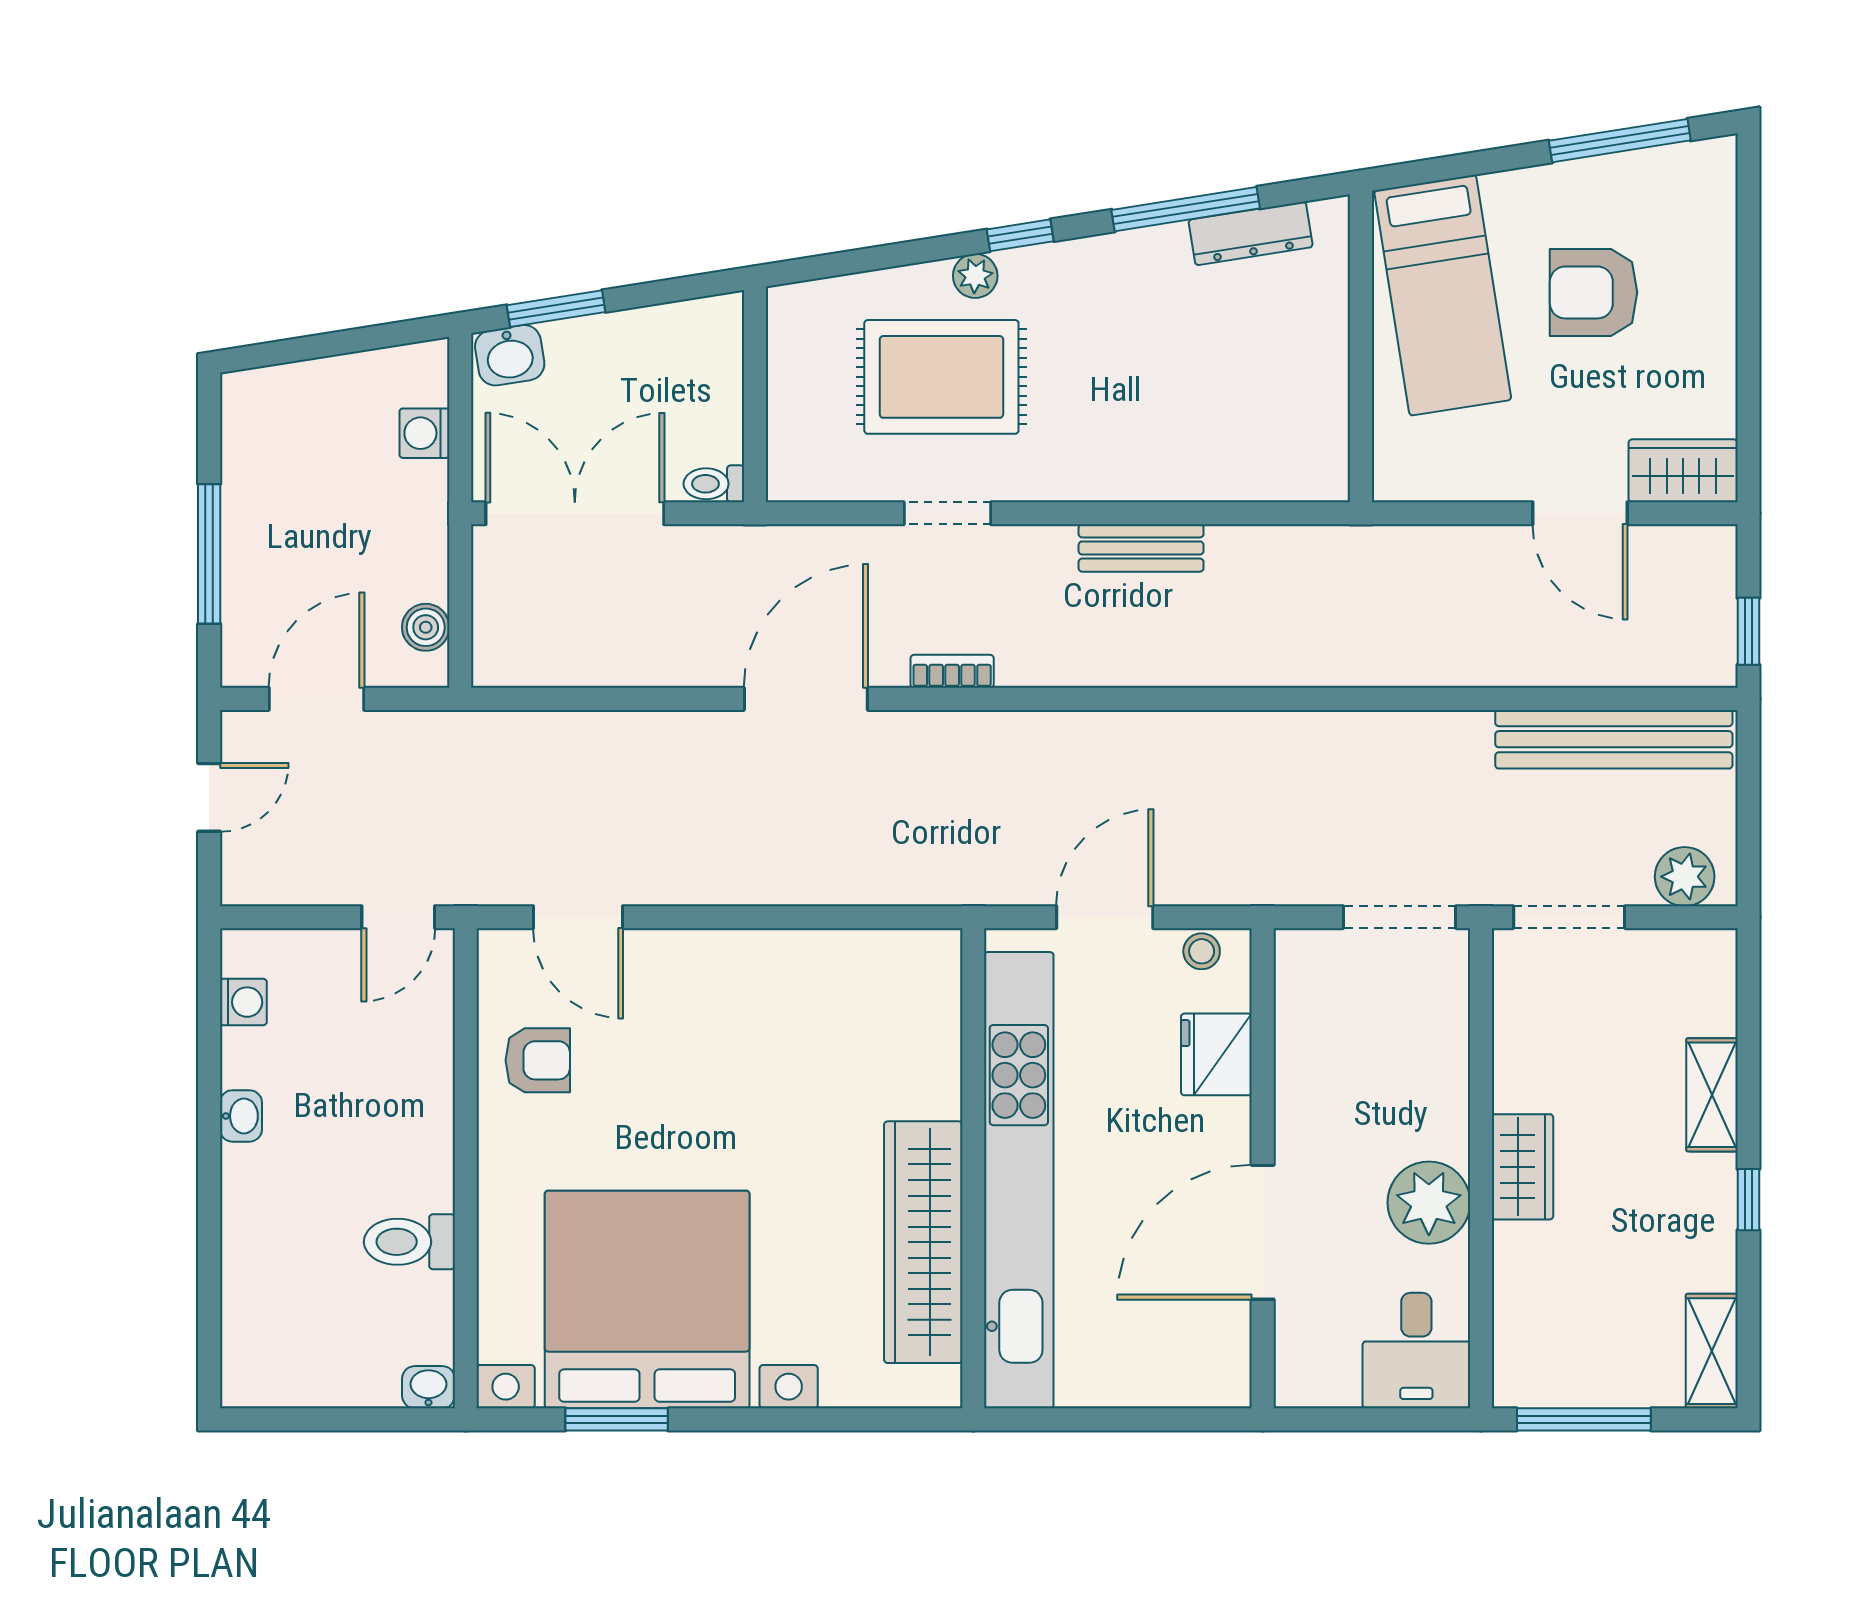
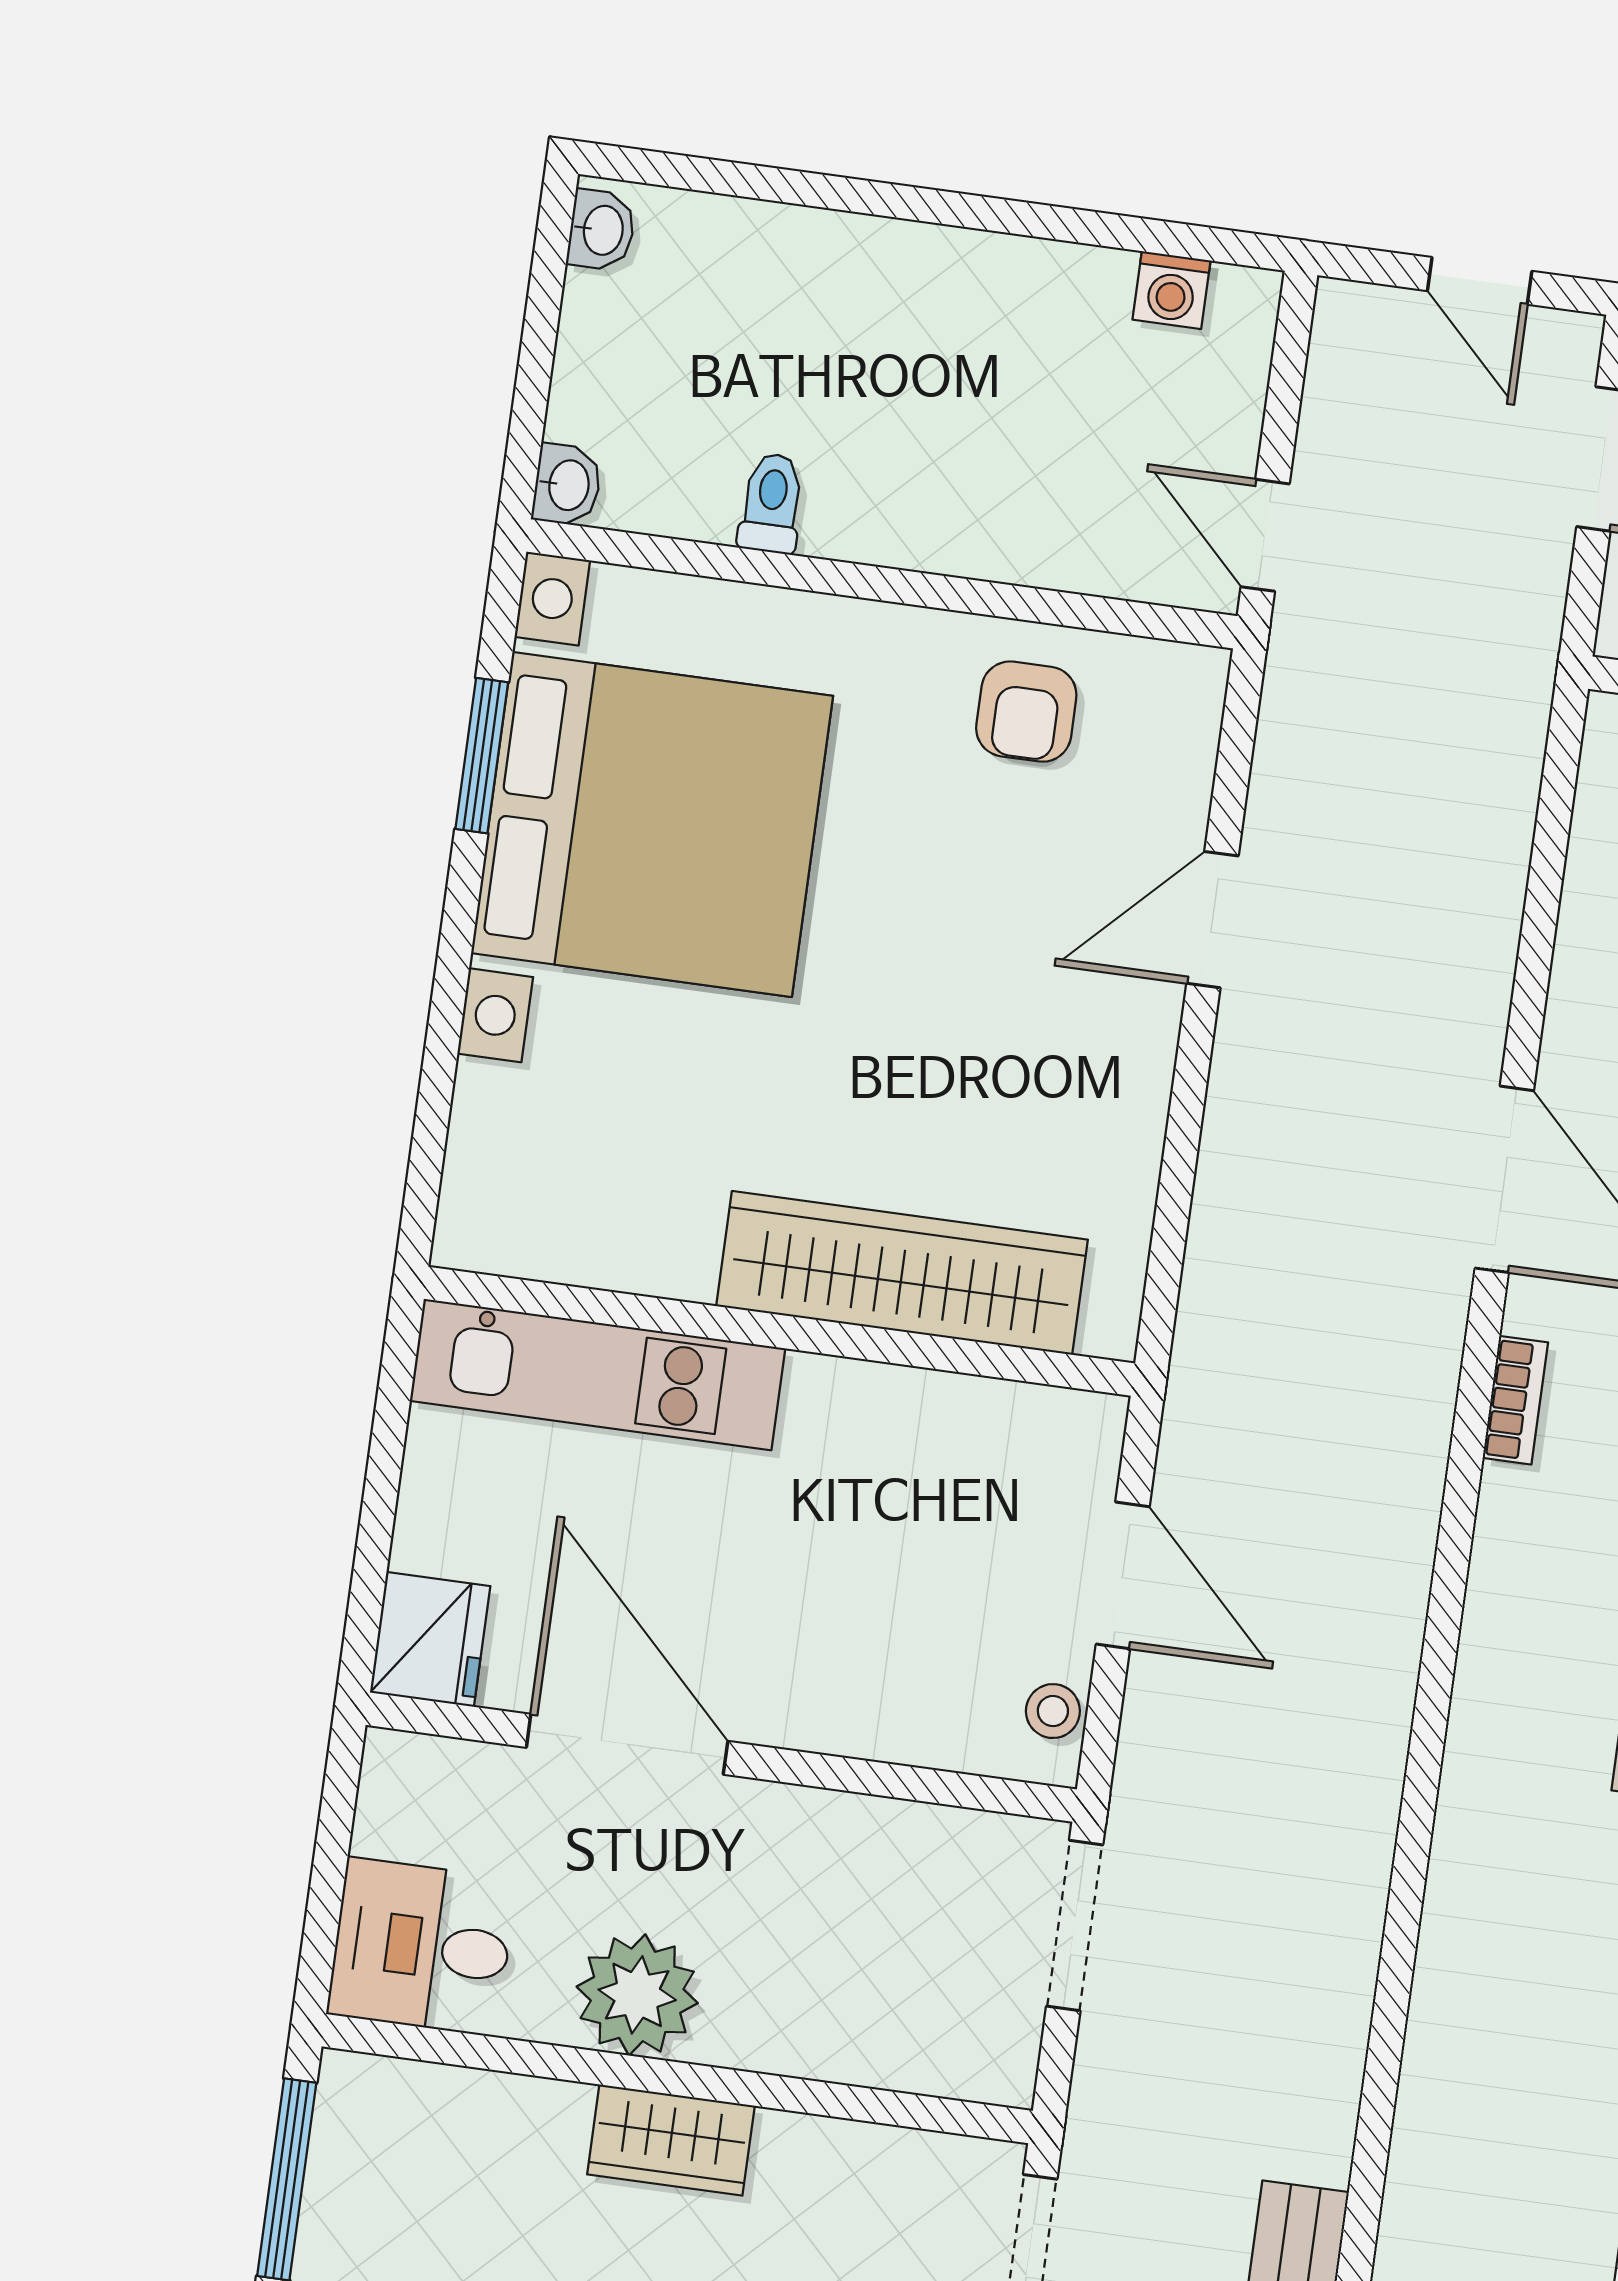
door: (578, 917) -> (1212, 920), moved
doorway: (1400, 917) -> (1075, 1925), moved
fridge: (1216, 1054) -> (430, 1639), moved, turned 90
washbasin: (241, 1116) -> (601, 230), moved, turned -90
kitchen unit: (1019, 1180) -> (598, 1375), width x0.54
toilet: (409, 1242) -> (771, 503), width x0.73, depth x0.72
wardrobe: (923, 1242) -> (902, 1273), moved

